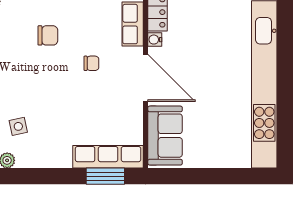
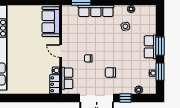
door: (146, 78) -> (61, 51), width x0.53
row of seats: (108, 157) -> (96, 11), moved

